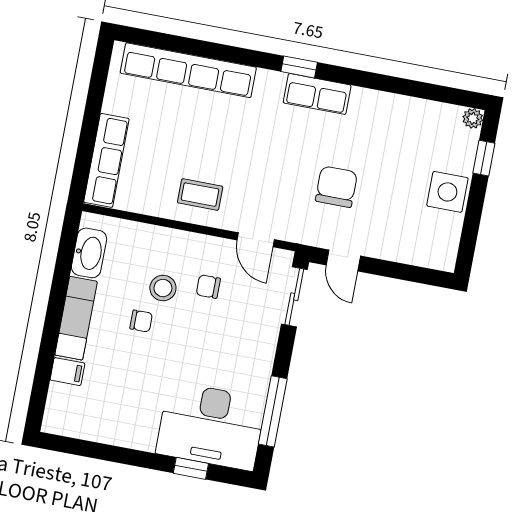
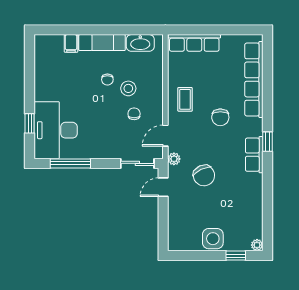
chair: (242, 140) -> (220, 117), added
chair: (336, 187) -> (204, 175), turned 65
plant: (298, 233) -> (174, 159), added

